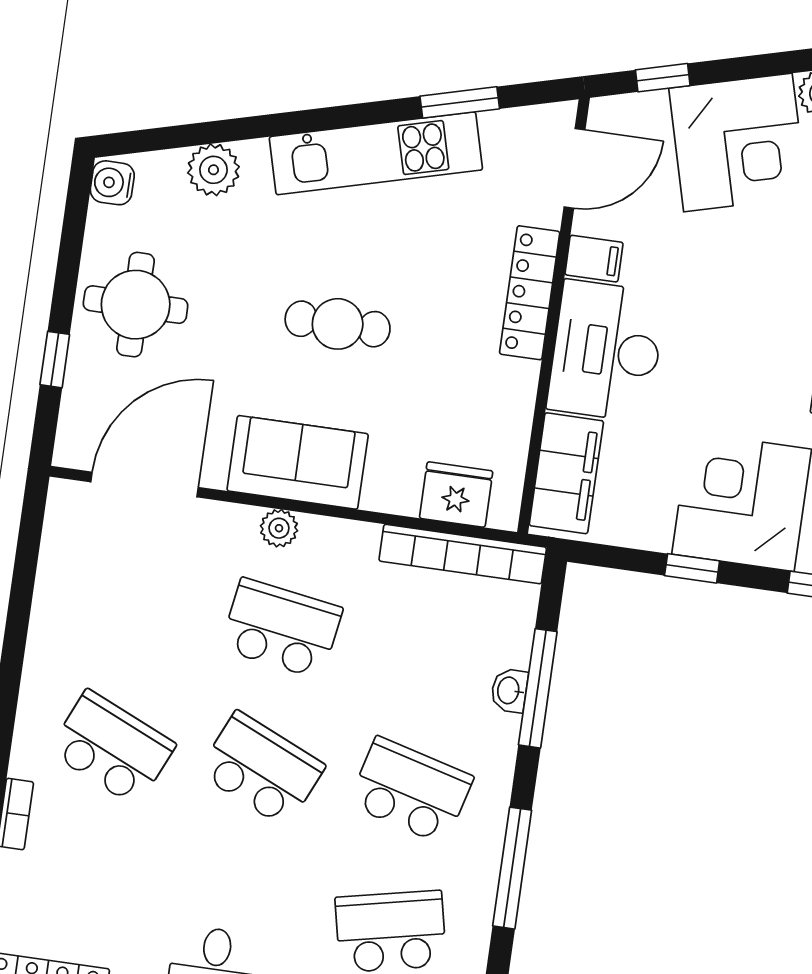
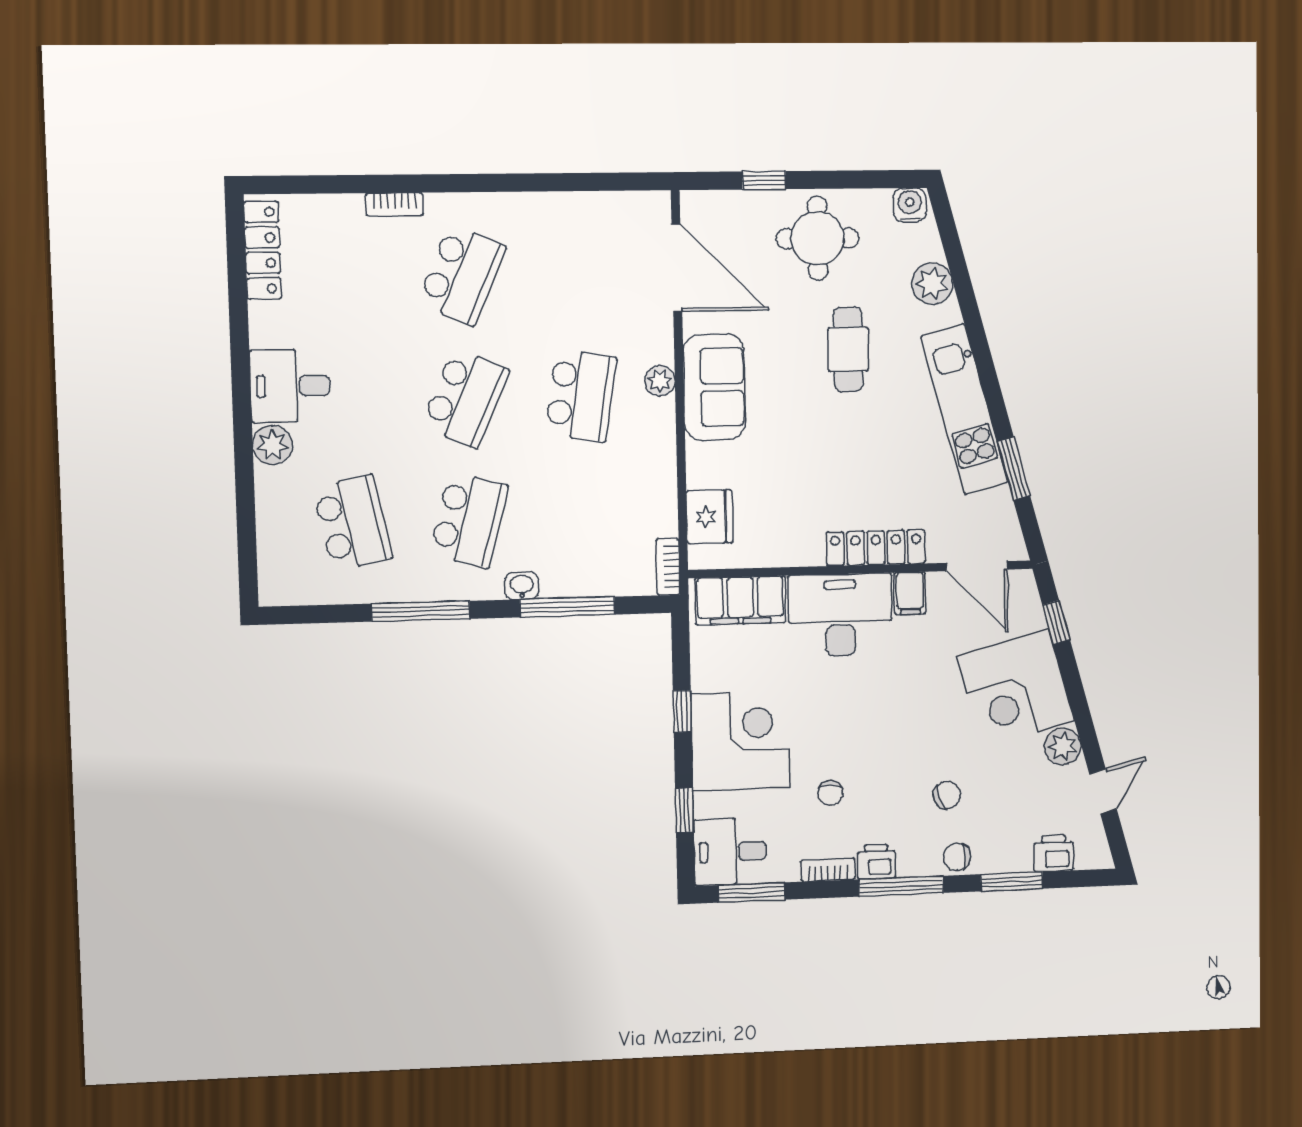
cafe table: (338, 324) -> (848, 349), moved
bookcase: (463, 554) -> (668, 567), width x0.43, depth x0.76
washbasin: (509, 691) -> (522, 586), moved

